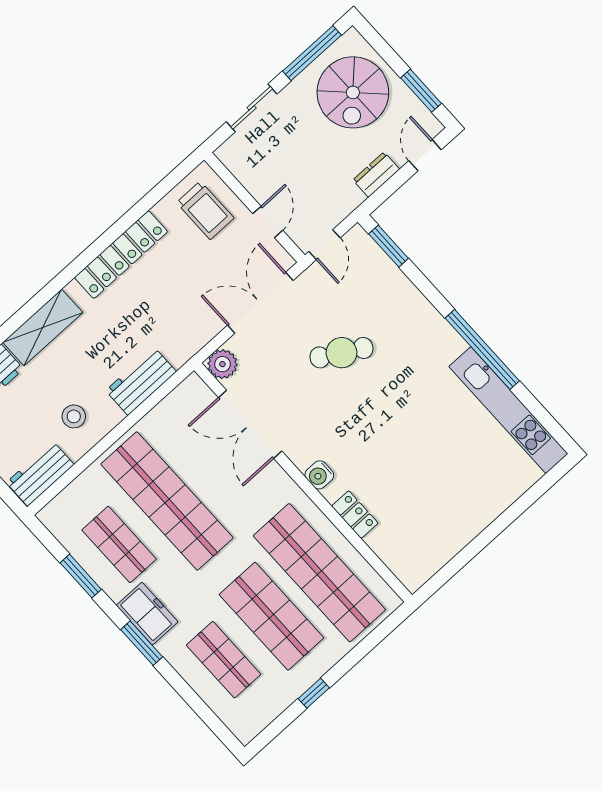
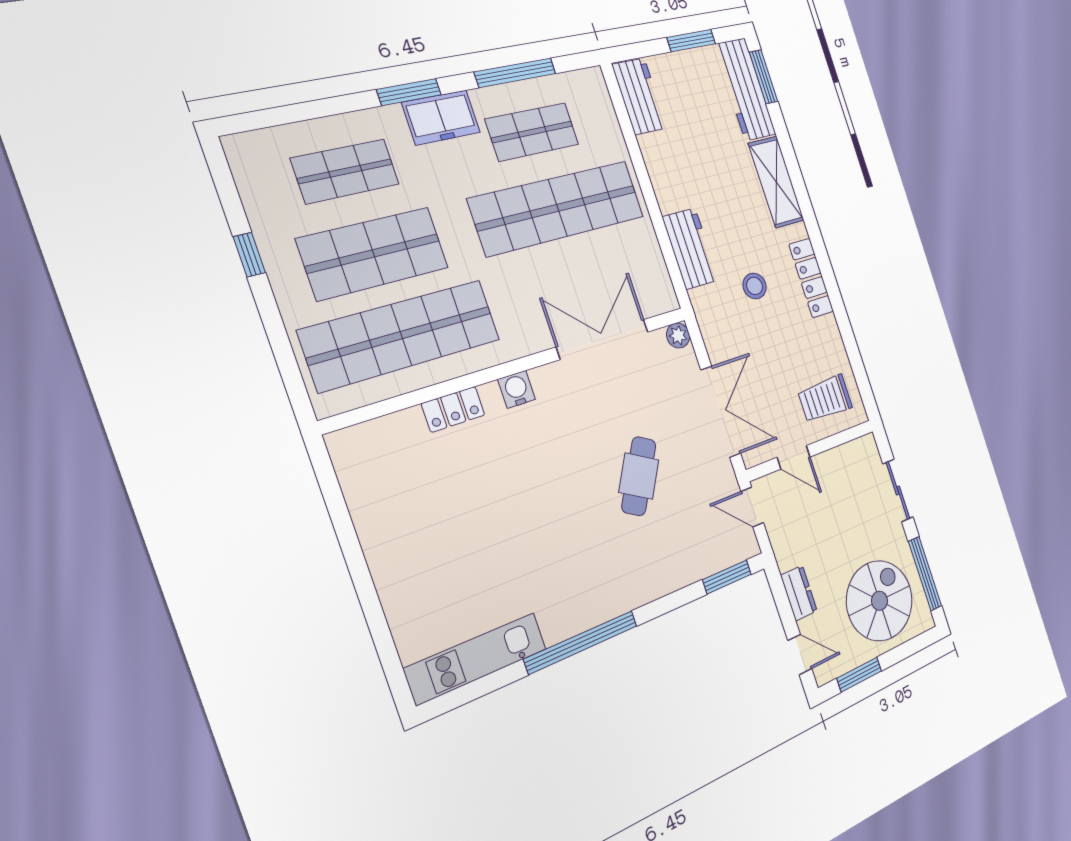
spiral stairs: (353, 92) -> (880, 601), turned 90
locker: (121, 255) -> (811, 278), width x0.71, depth x0.83
plant: (222, 364) -> (678, 335), width x0.73, depth x0.73
kitchen unit: (508, 410) -> (476, 658), width x0.73
stool: (74, 416) -> (755, 286), moved
window: (81, 576) -> (515, 73), width x1.44

